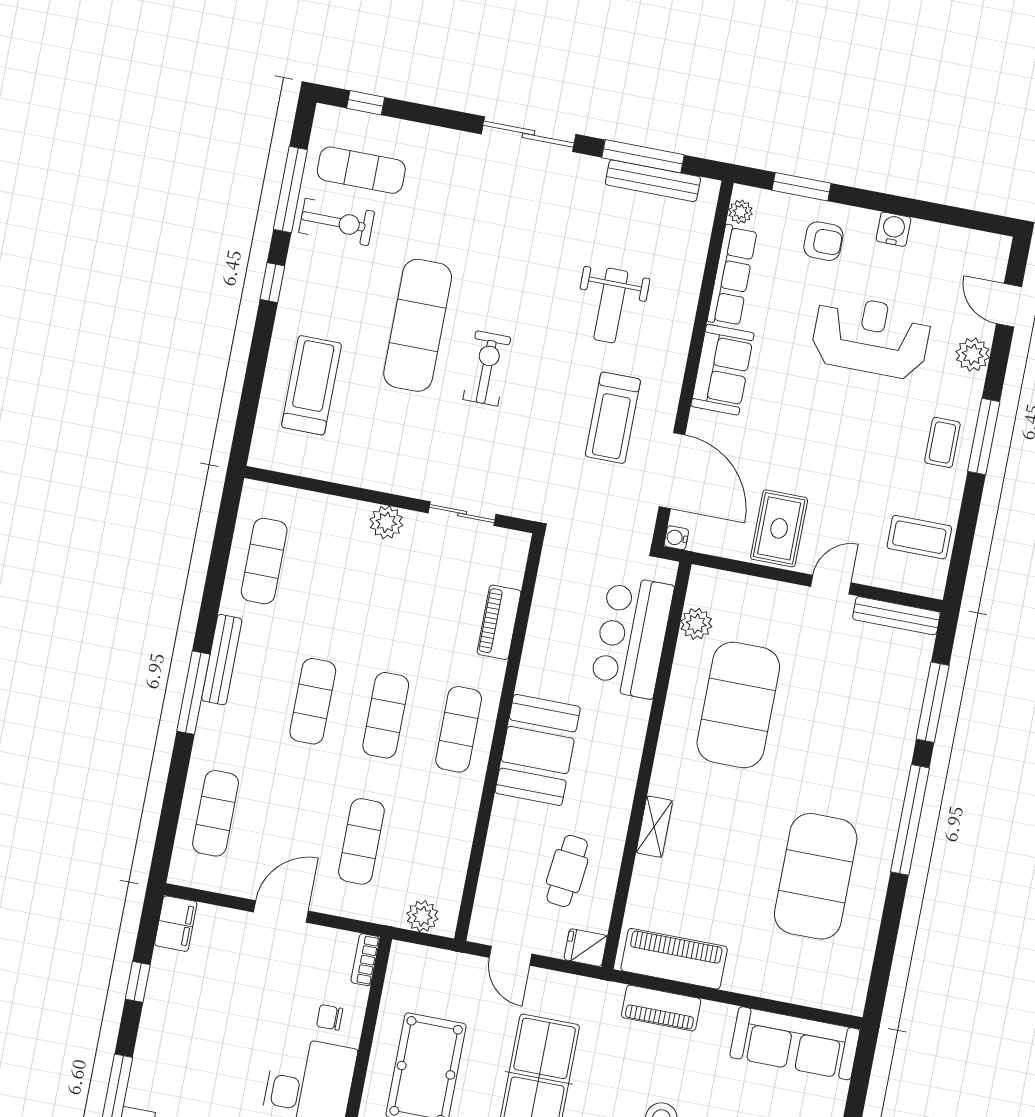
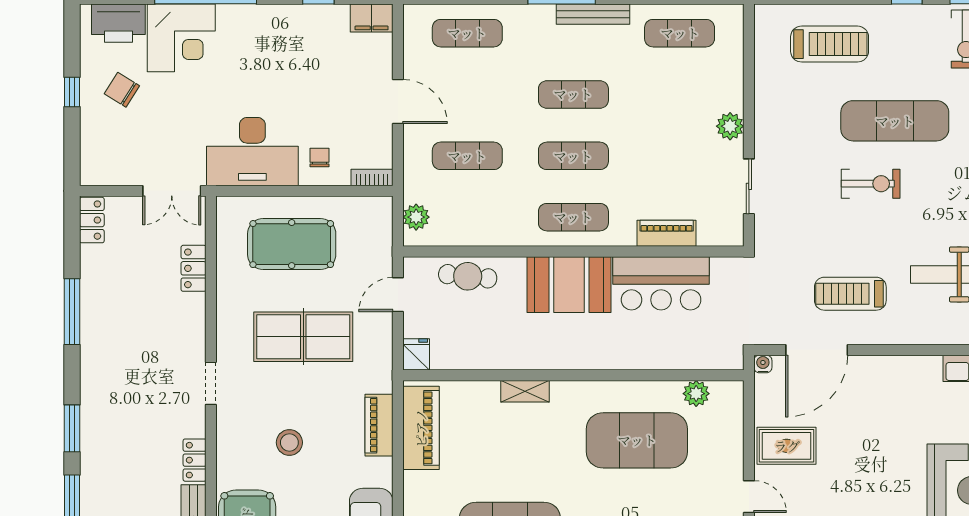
sofa: (722, 370) -> (906, 375), removed
bar counter: (632, 637) -> (661, 283), moved, turned 180
cafe table: (567, 871) -> (468, 276), moved

